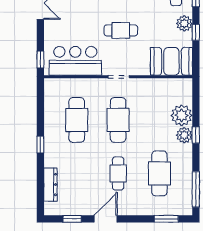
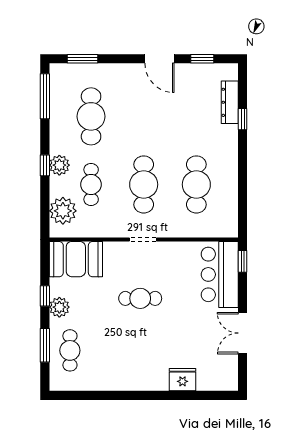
bar counter: (75, 61) -> (220, 274), moved, turned 90
plant: (182, 115) -> (63, 211), moved
window: (40, 145) -> (243, 119), moved
cafe table: (118, 173) -> (91, 184), moved
door: (106, 219) -> (159, 59), hinge flipped

